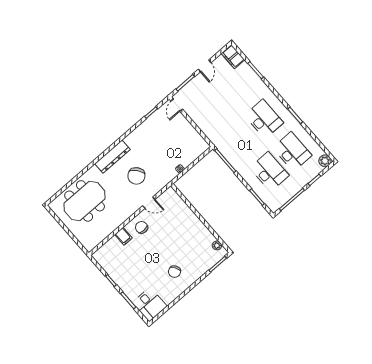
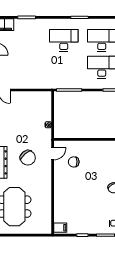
door: (149, 203) -> (53, 154), moved
chair: (142, 227) -> (74, 162), moved
filing cabinet: (123, 236) -> (60, 228), moved

